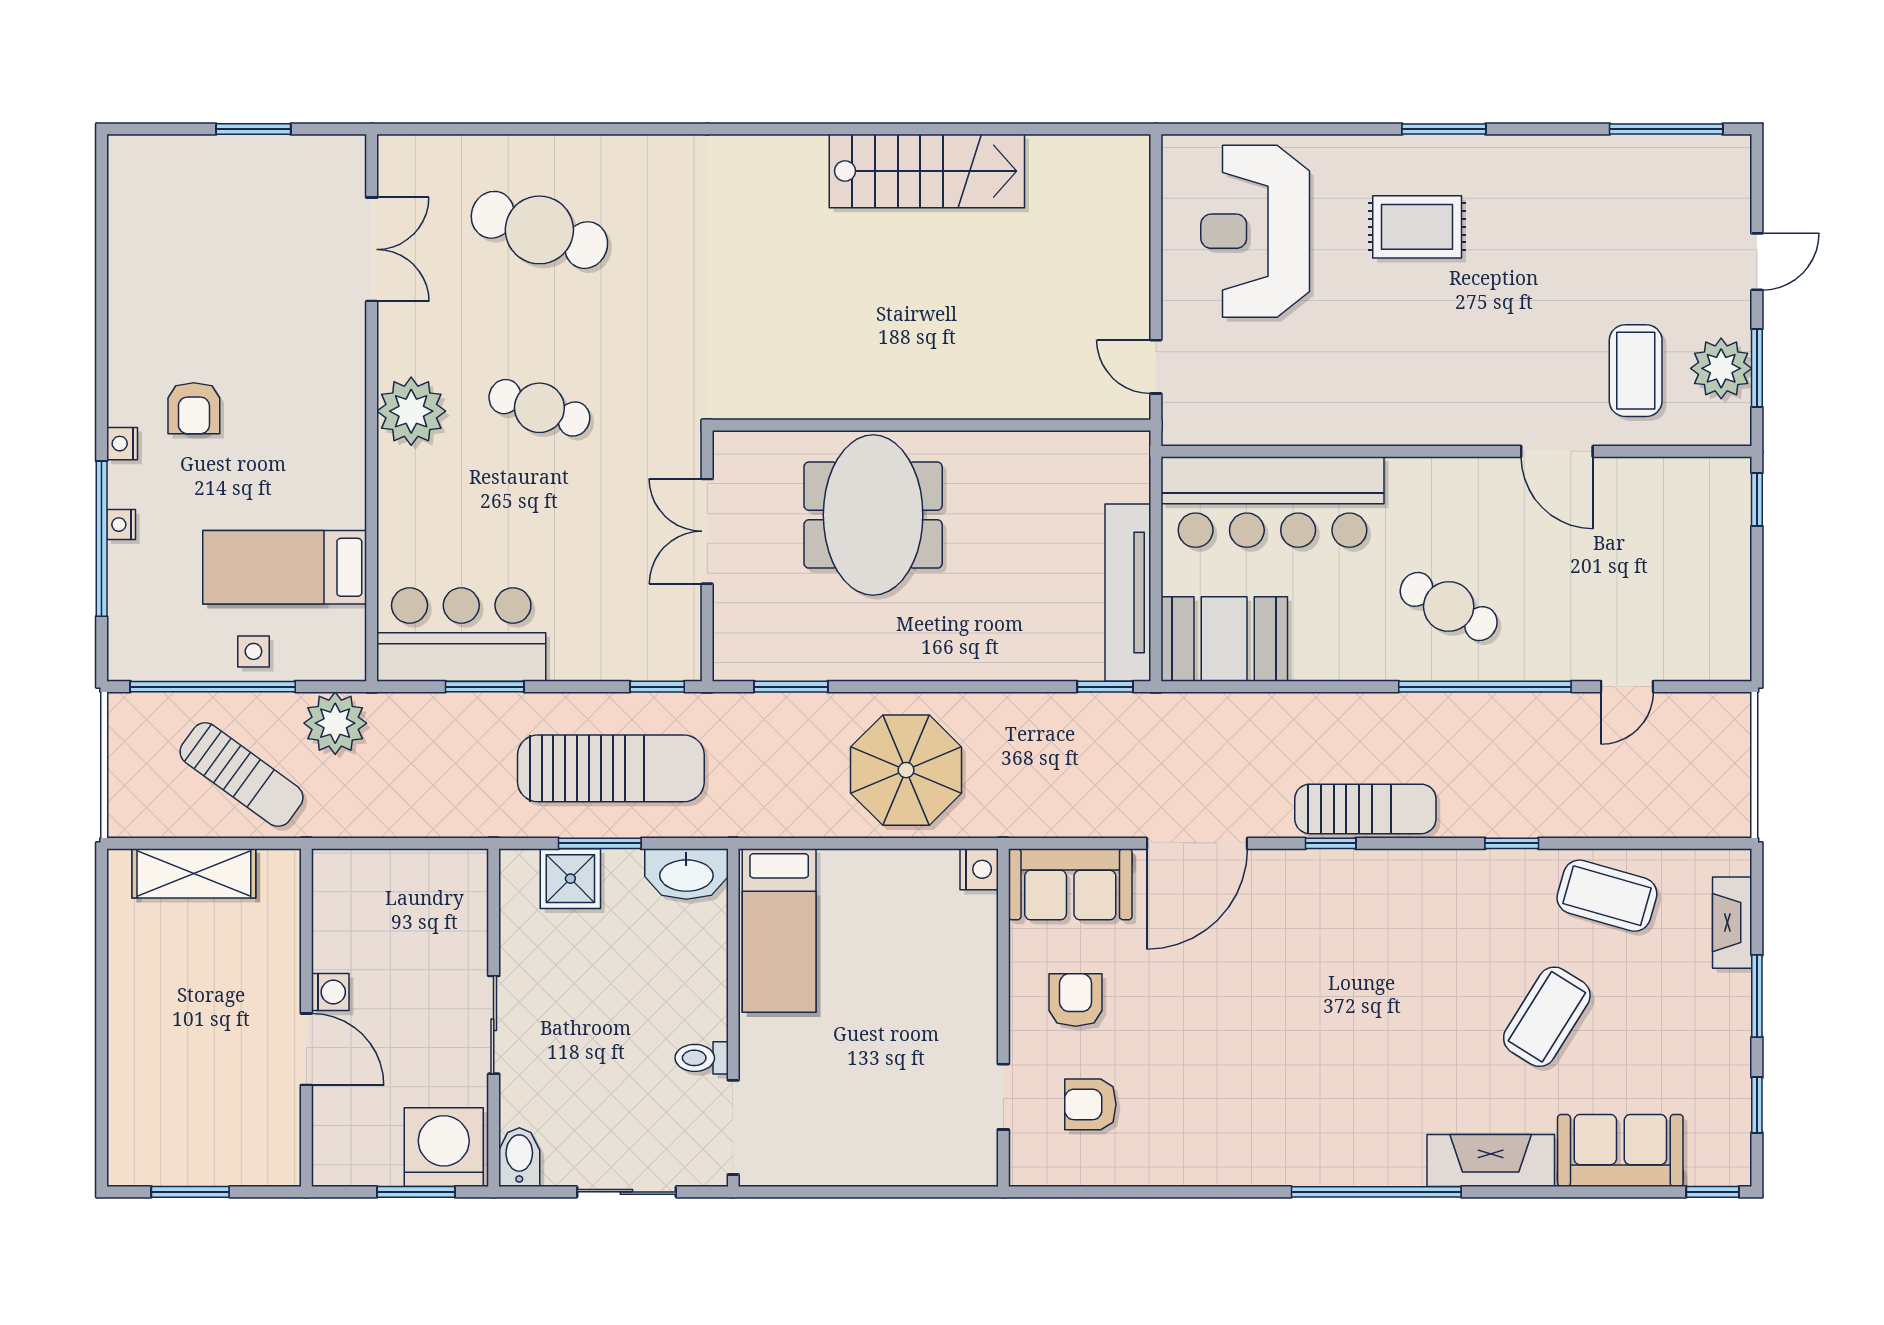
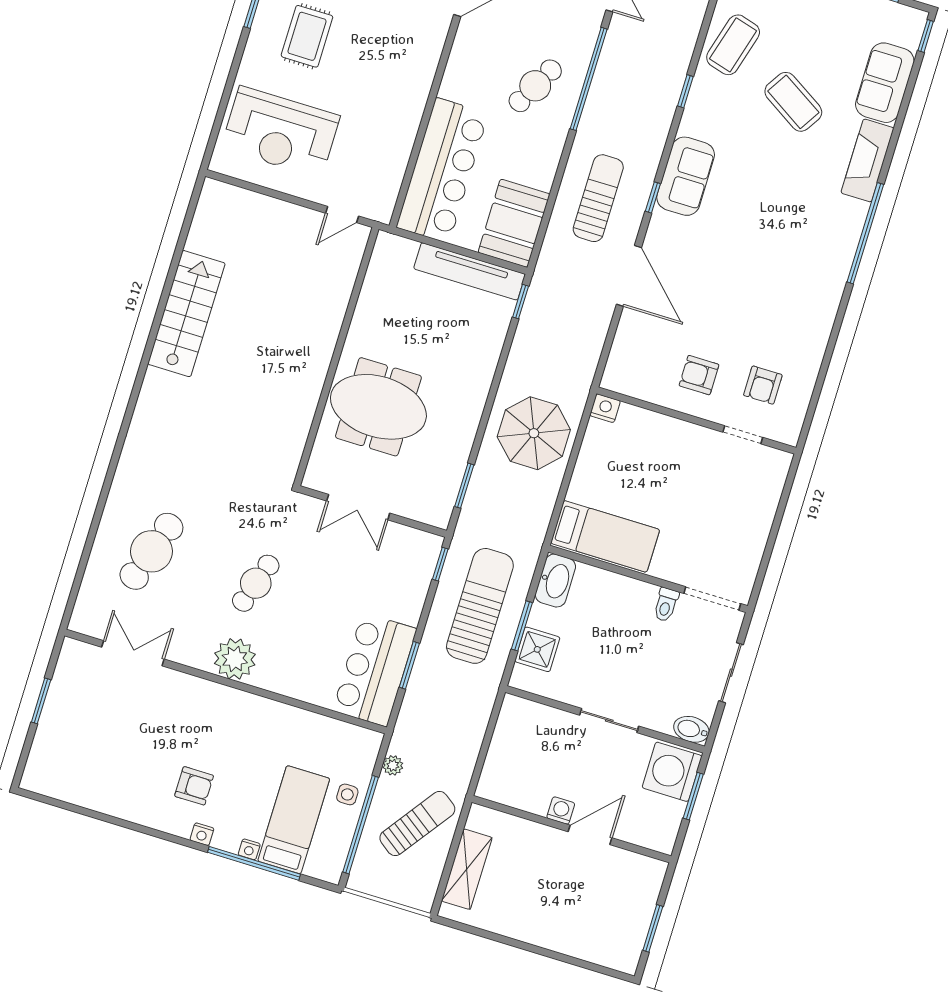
bed: (285, 567) -> (294, 820), moved, turned 180
plant: (335, 723) -> (393, 765), width x0.53, depth x0.53
sun lounger: (1365, 809) -> (598, 198), moved
sofa: (1070, 884) -> (686, 176), moved

